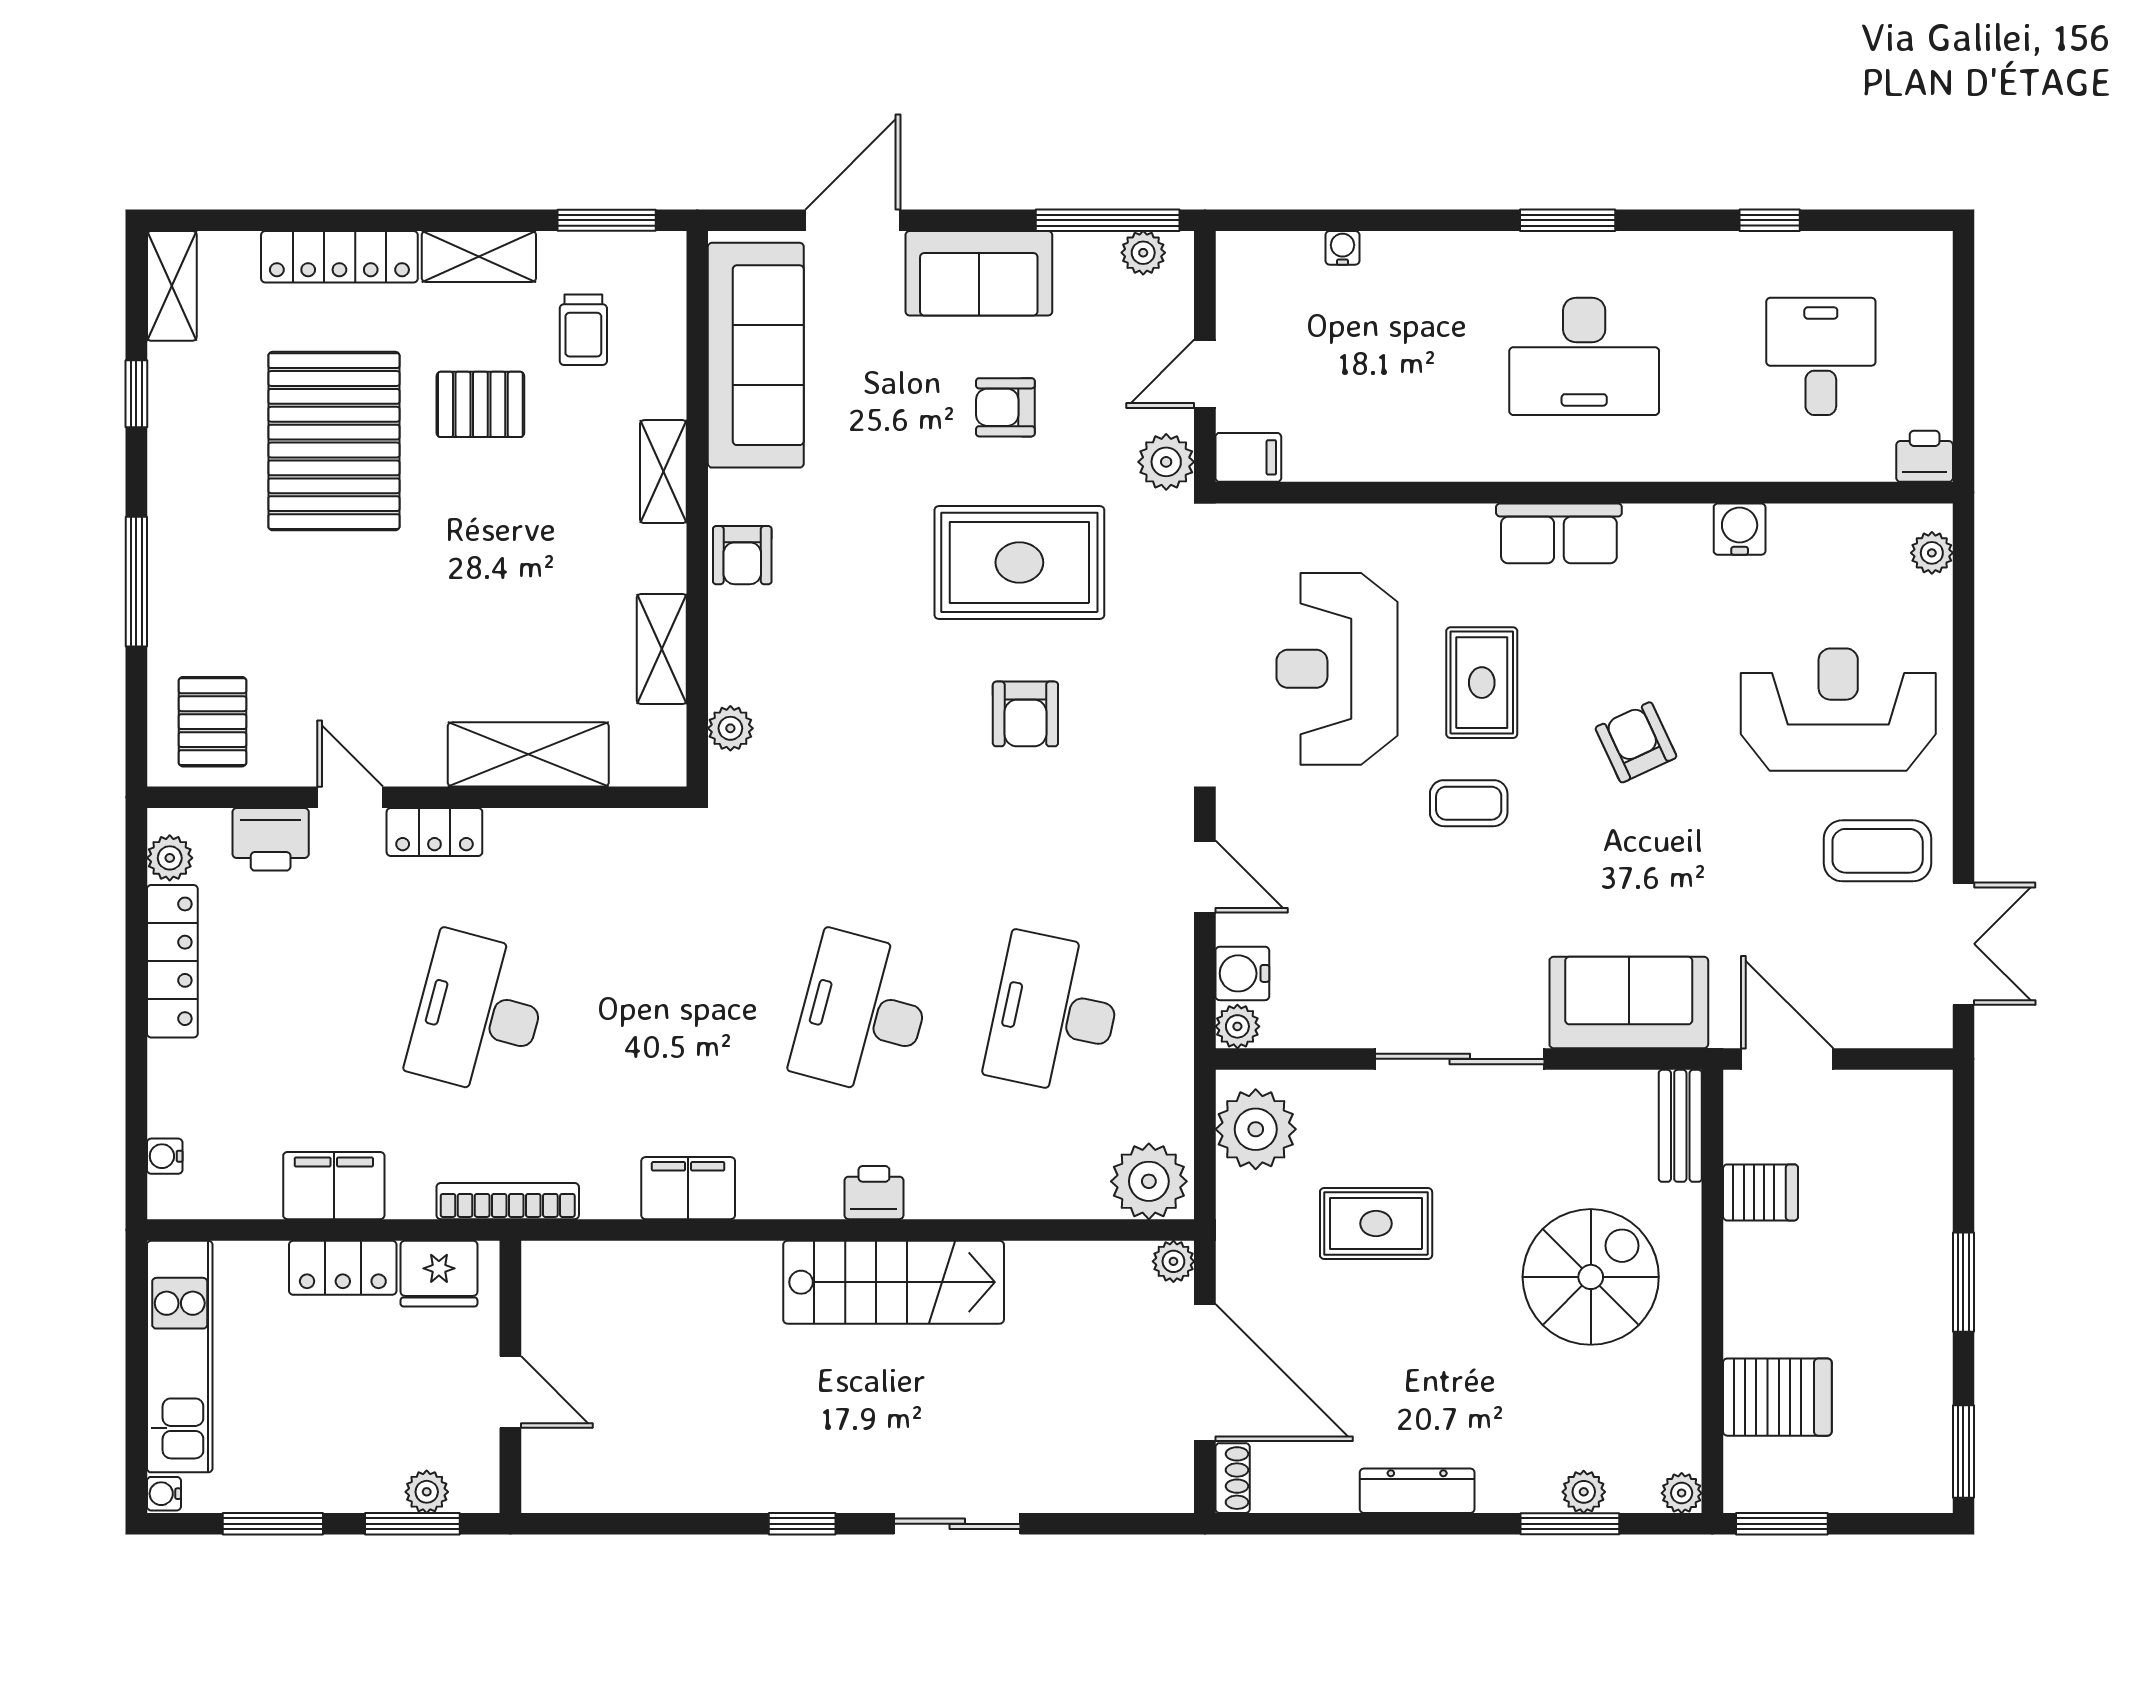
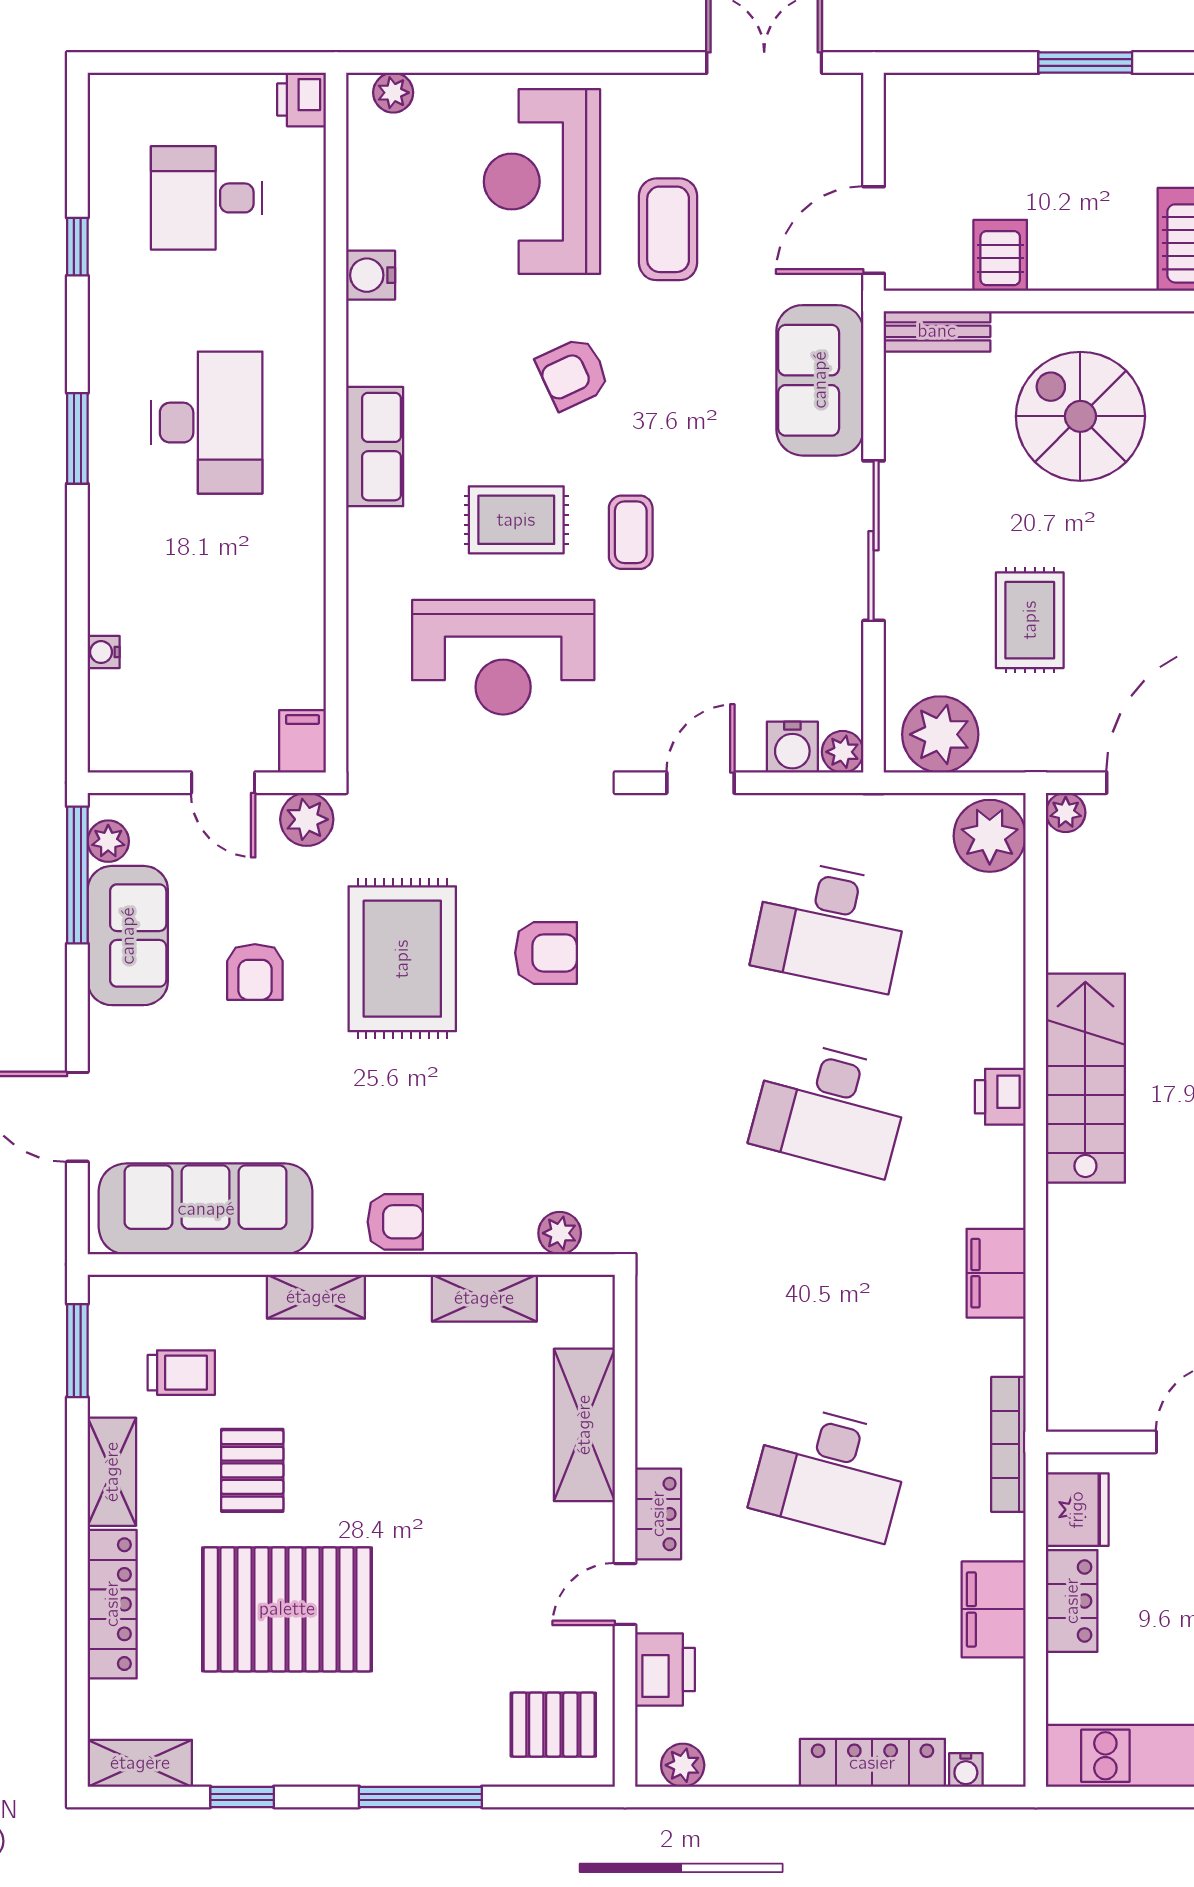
sofa: (979, 273) -> (128, 936), moved
coffee table: (1878, 851) -> (668, 229), moved
locker: (172, 961) -> (872, 1763), moved

